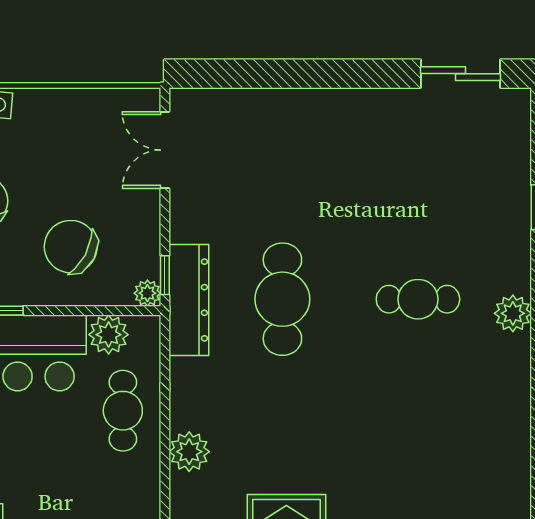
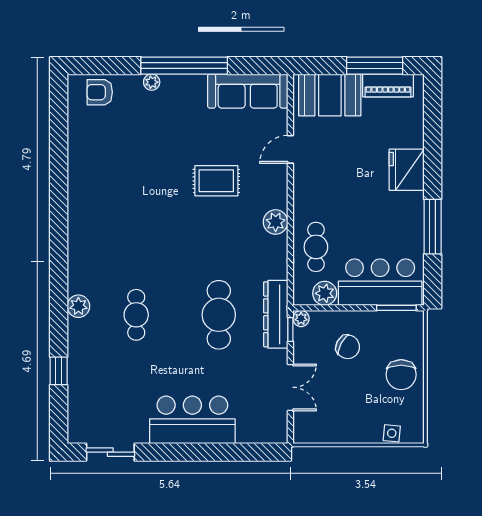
bar counter: (326, 127) -> (192, 420), added
double door: (165, 150) -> (290, 387), moved
chair: (71, 247) -> (348, 347), width x0.73, depth x0.73
cafe table: (418, 299) -> (136, 315), turned 90

